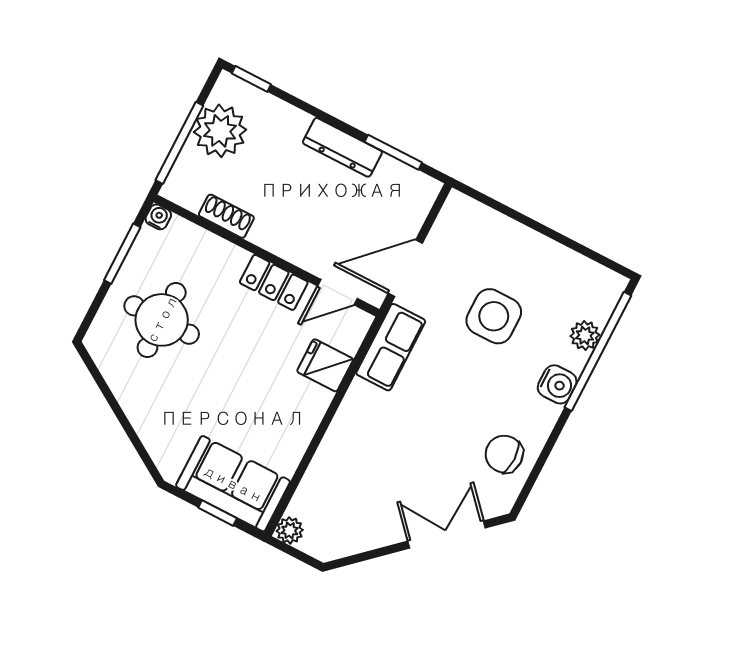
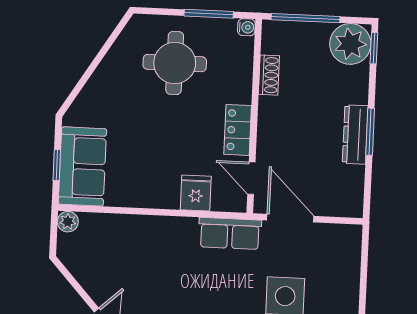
plant: (220, 131) -> (350, 44), moved
window: (393, 152) -> (370, 132), moved

